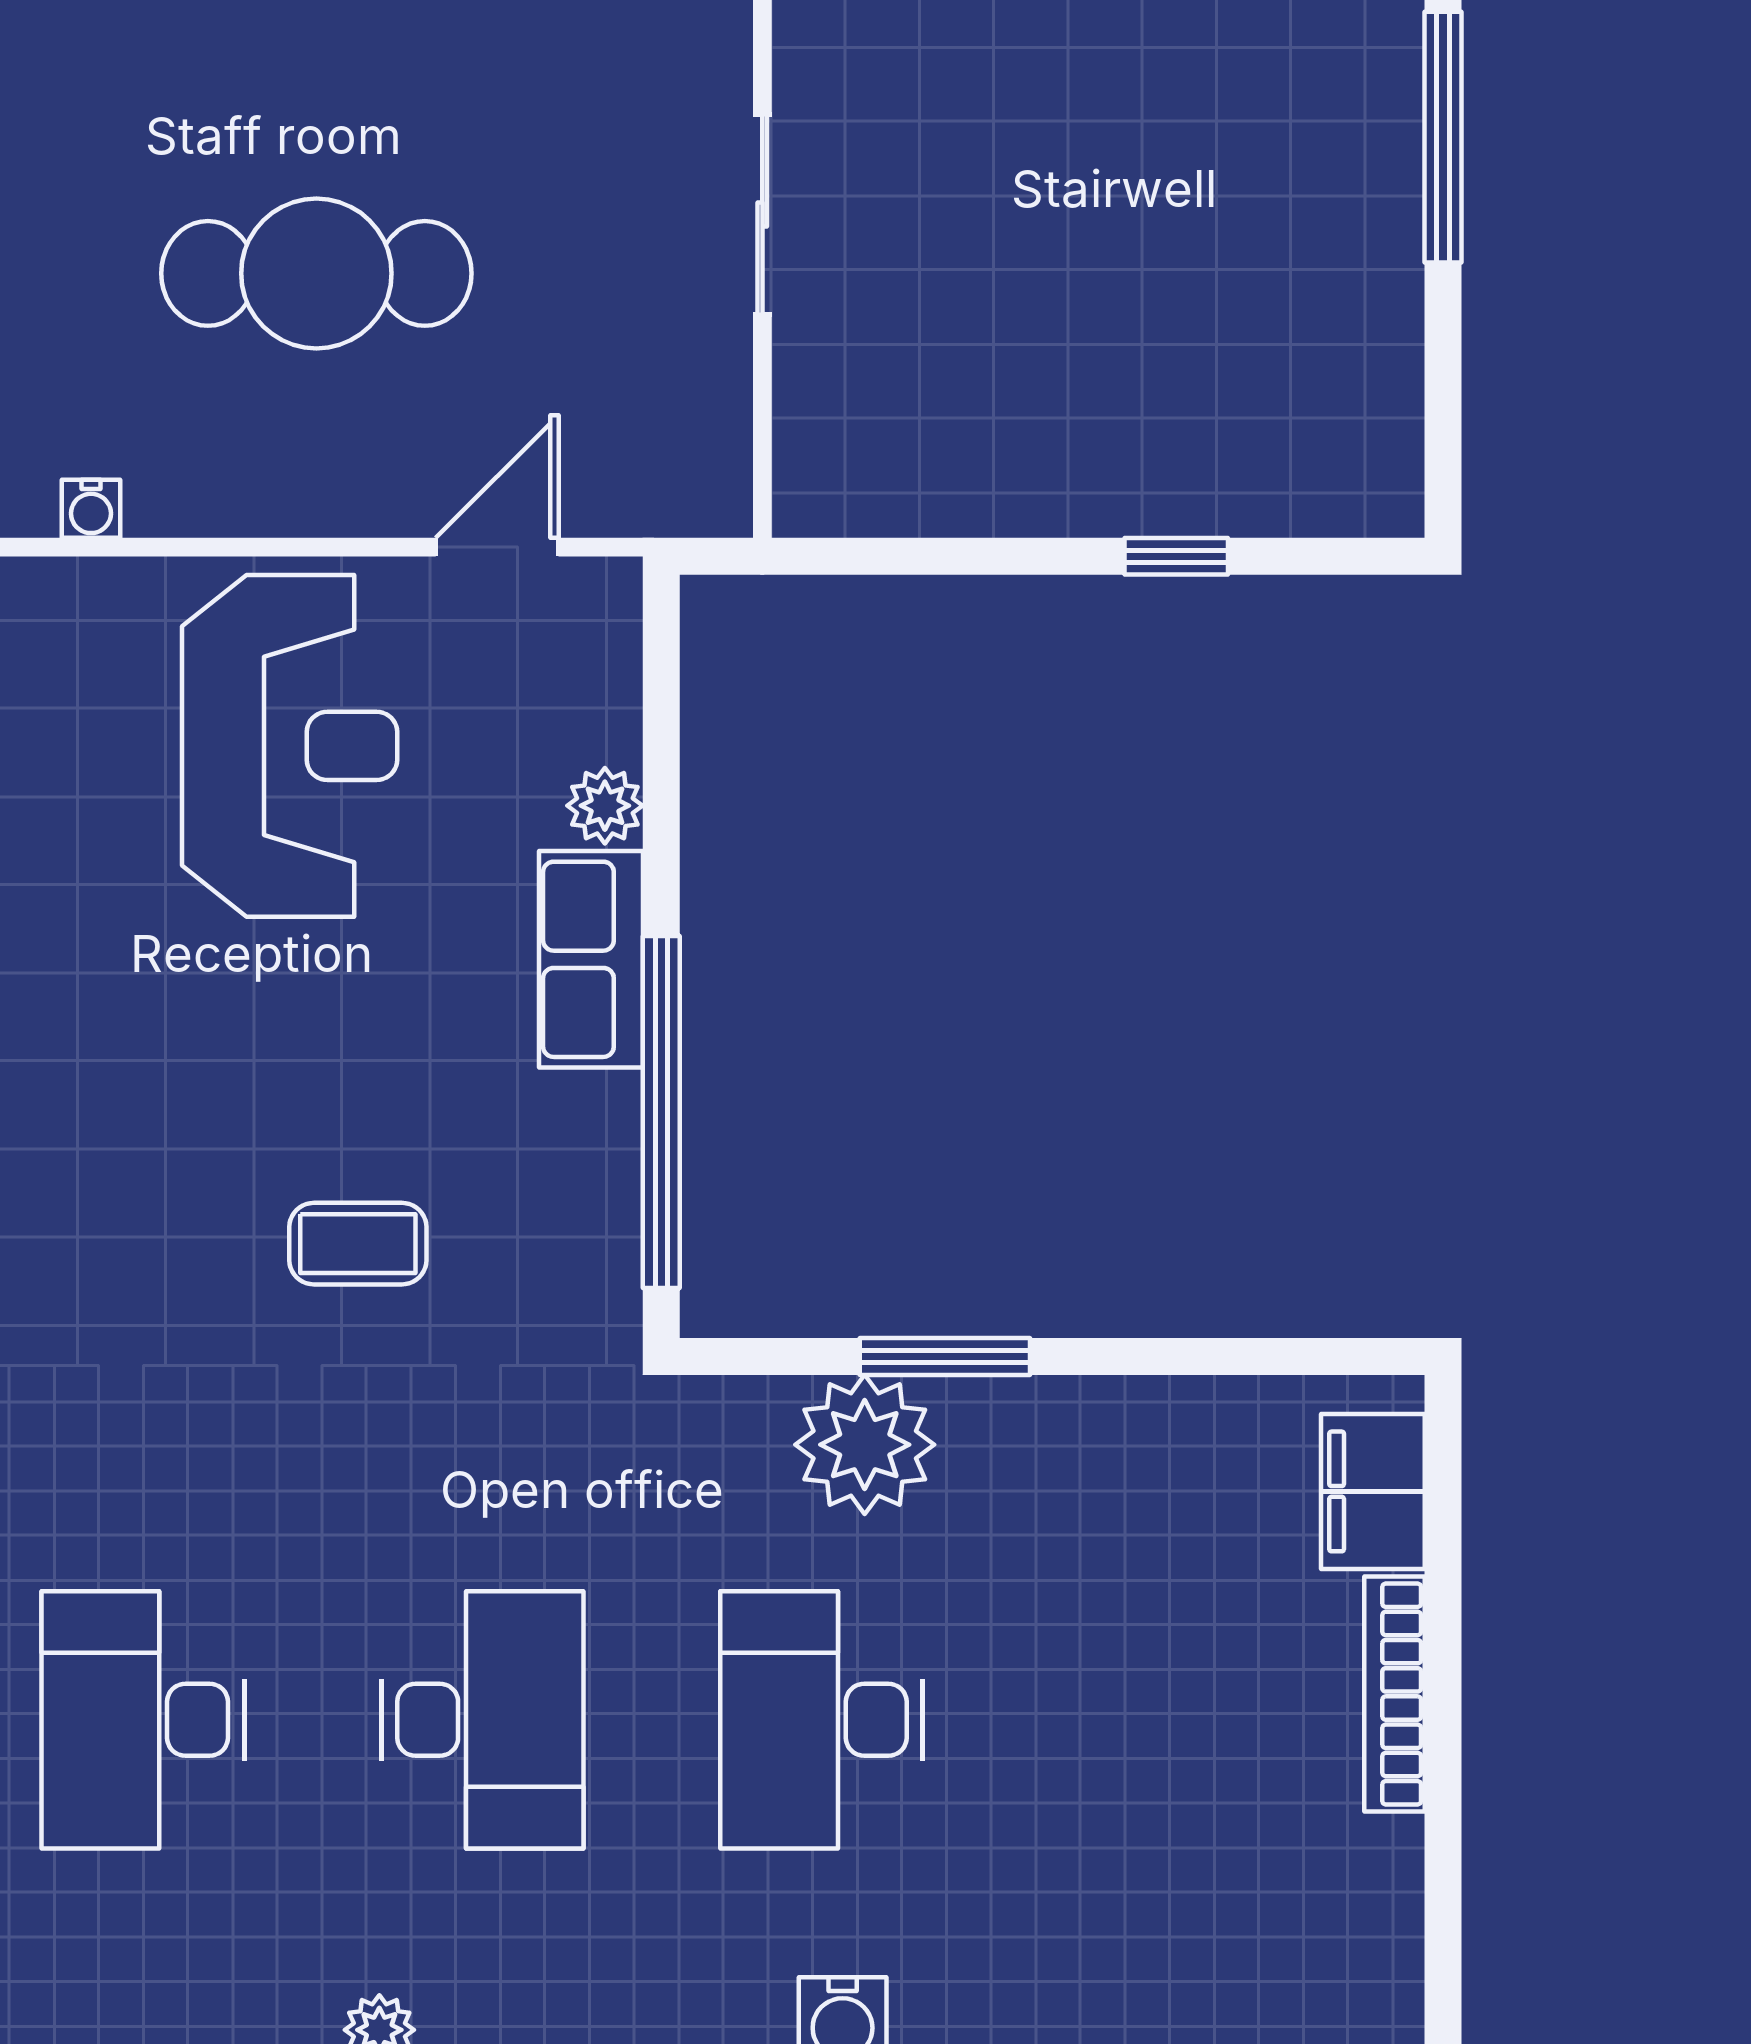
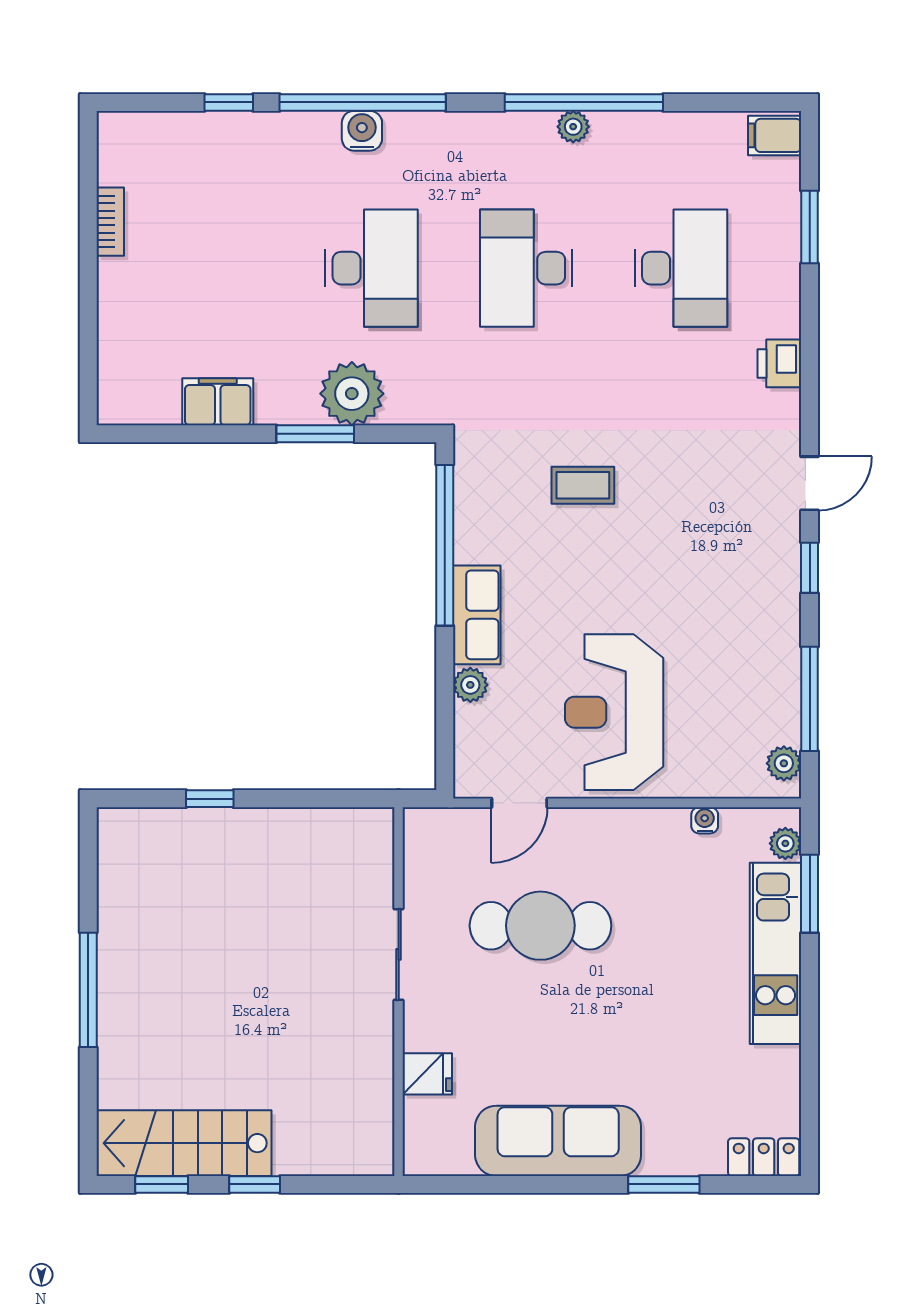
cafe table: (316, 273) -> (540, 926), moved
filing cabinet: (1373, 1491) -> (218, 402), moved, turned -90
bookcase: (1394, 1694) -> (110, 222), moved, width x0.64

